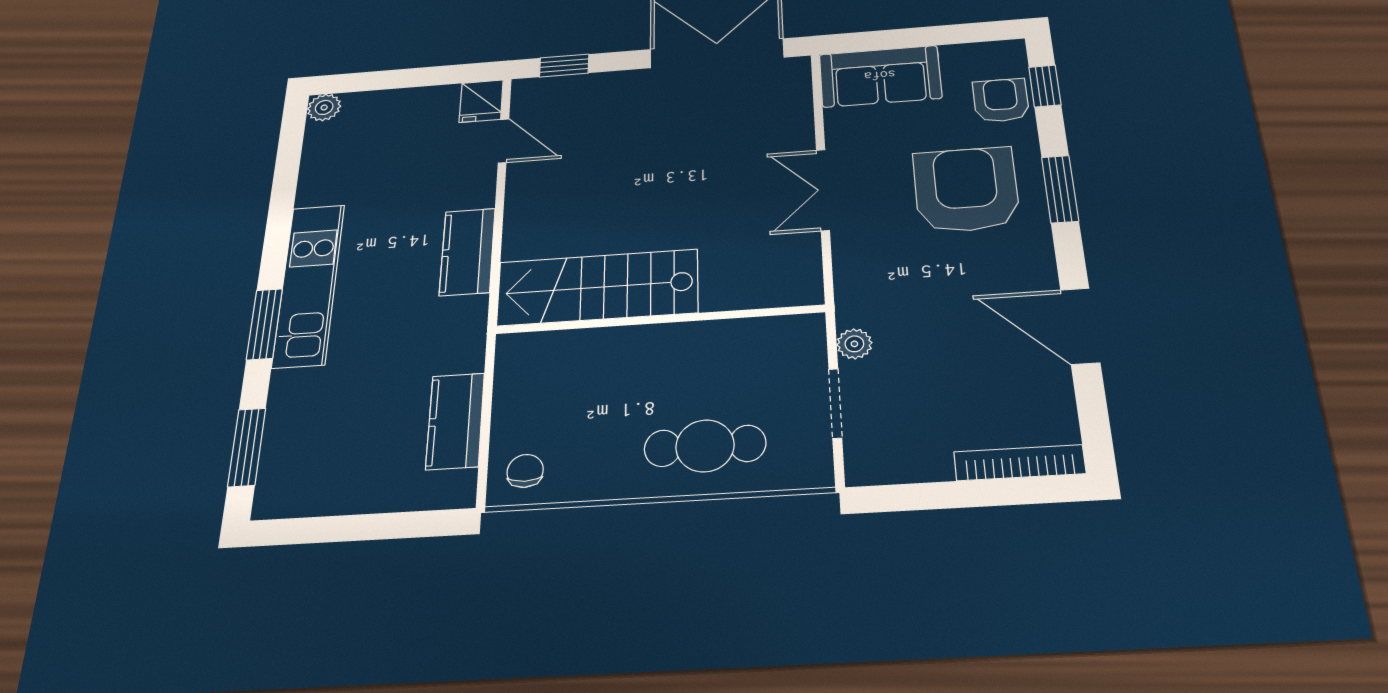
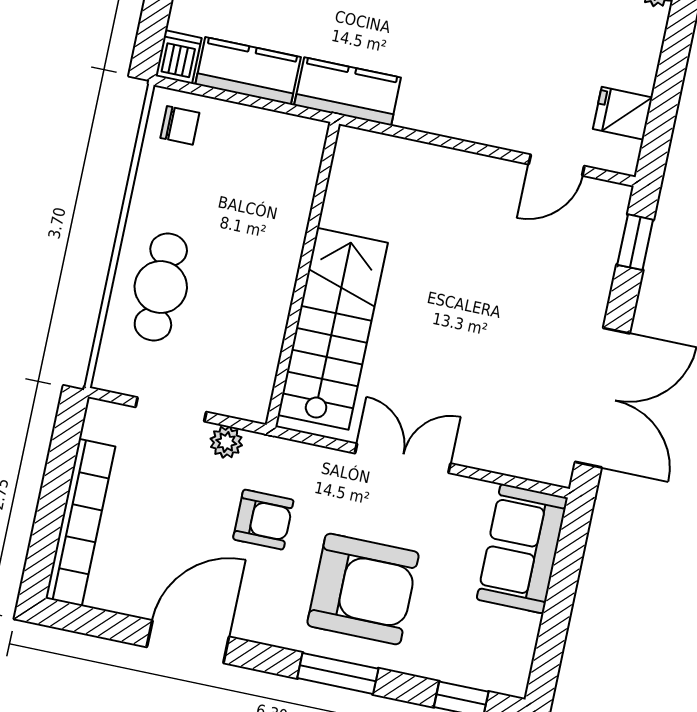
armchair: (1001, 100) -> (263, 520), moved
fridge: (481, 101) -> (623, 113), moved
kitchen counter: (467, 252) -> (348, 91), moved
stairs: (597, 287) -> (333, 329), moved
bookcase: (1020, 463) -> (80, 522), width x1.48, depth x1.31
dishwasher: (451, 490) -> (179, 57), added

